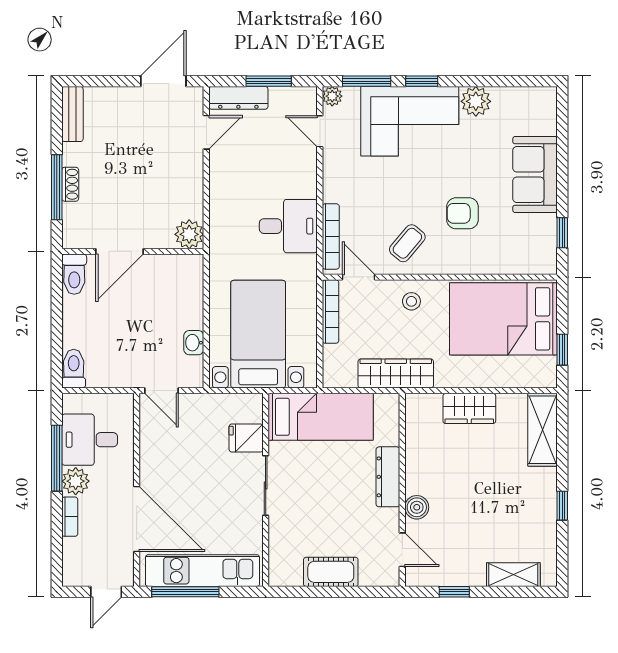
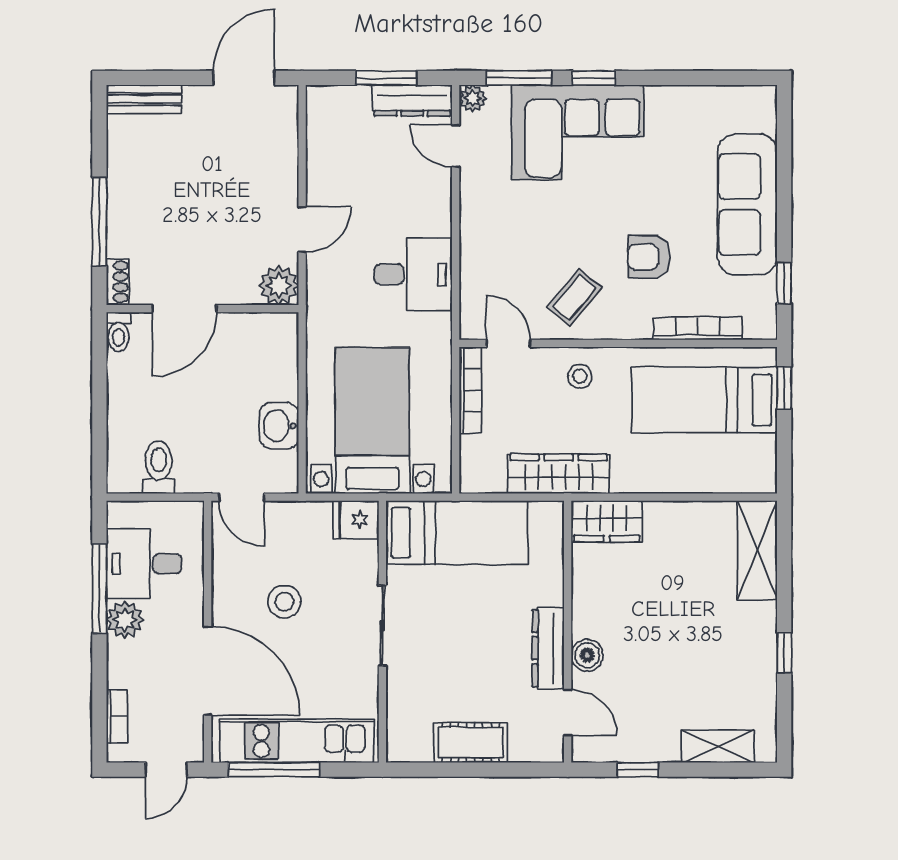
dresser: (238, 98) -> (412, 101), moved
plant: (476, 101) -> (667, 105), removed
bench: (72, 114) -> (144, 99), moved, turned 90
door: (206, 132) -> (302, 229), moved
sofa: (535, 174) -> (747, 204), width x1.36
shoe rack: (70, 184) -> (118, 282), moved
bookcase: (331, 236) -> (698, 329), moved, turned -90
toilet: (74, 274) -> (119, 332), width x0.73, depth x0.72
bed: (503, 319) -> (704, 400), width x0.67
washbasin: (194, 343) -> (279, 426), width x1.38, depth x1.45
window: (562, 350) -> (784, 388), moved
toilet: (74, 369) -> (159, 467), moved
wardrobe: (469, 408) -> (607, 521), moved
fridge: (246, 438) -> (356, 520), moved
stool: (193, 468) -> (284, 602), added
dresser: (388, 477) -> (548, 648), moved
bookcase: (70, 517) -> (117, 716), moved

